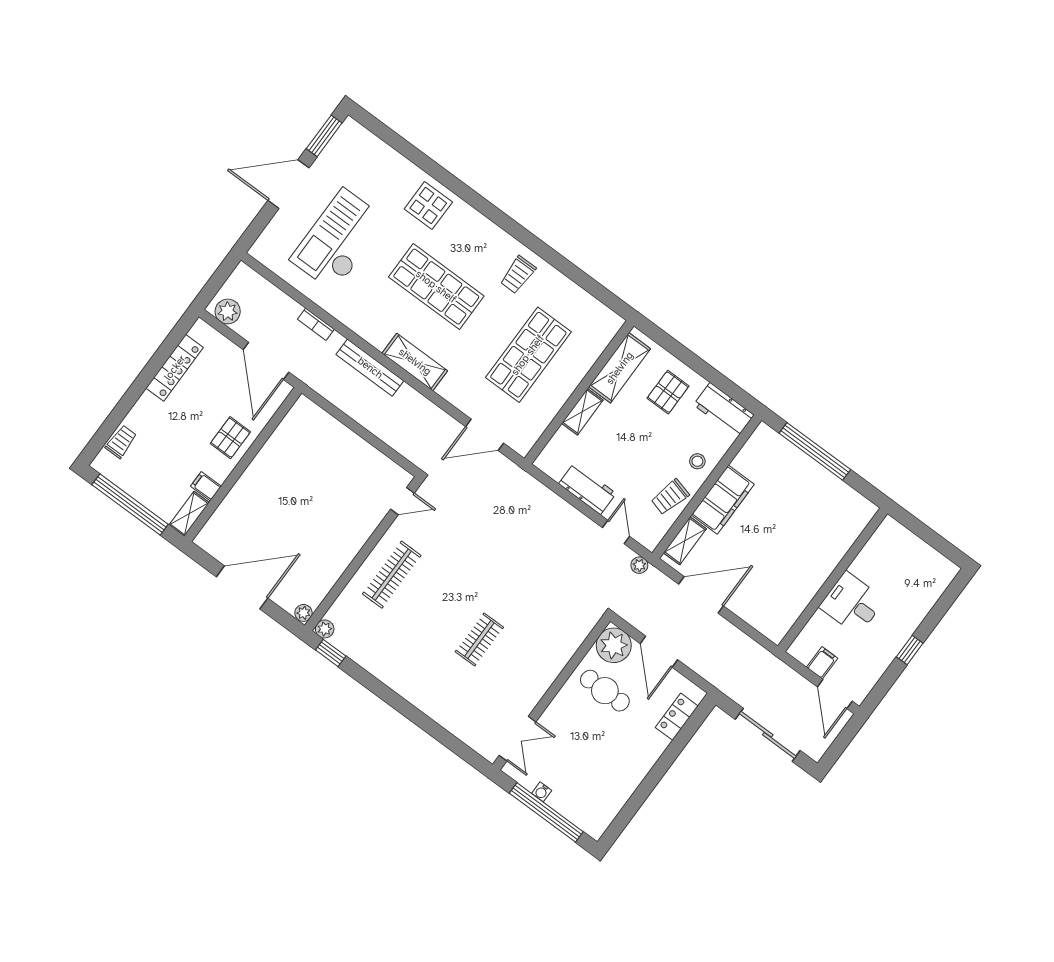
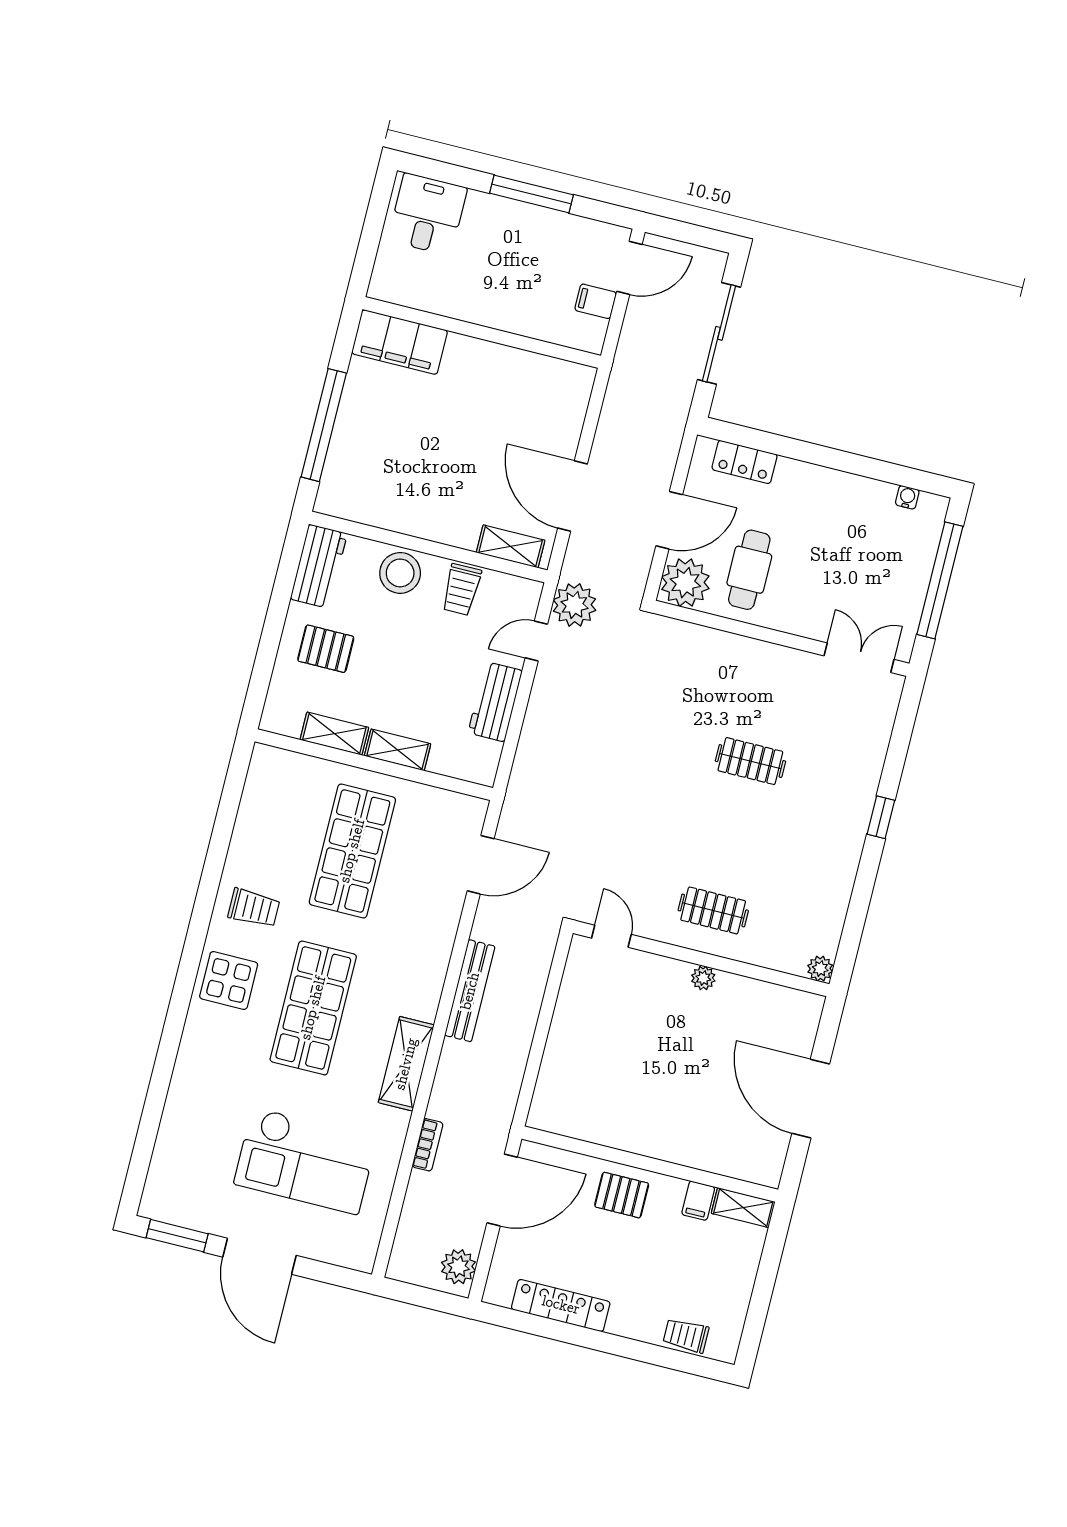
display table: (428, 206) -> (229, 980), moved
shop shelf: (528, 355) -> (352, 851), turned 90
shelving: (415, 362) -> (406, 1064), moved
bench: (370, 368) -> (470, 991), moved
shelving: (620, 368) -> (334, 734), width x0.67, depth x0.75
door: (485, 435) -> (481, 865), hinge flipped
stool: (697, 461) -> (400, 573), width x1.89, depth x1.89
trolley: (670, 497) -> (461, 589), turned 75
filing cabinet: (723, 500) -> (400, 342), moved, turned 180
window: (130, 505) -> (763, 1290), removed
plant: (639, 565) -> (574, 605), width x1.88, depth x1.88
clothes rail: (392, 575) -> (713, 910), width x0.73
desk: (852, 603) -> (427, 214), moved, turned 180
plant: (304, 613) -> (703, 978), moved
window: (910, 650) -> (532, 194), width x2.17
window: (331, 653) -> (881, 817), moved
water cooler: (542, 792) -> (907, 497), moved, turned -90

